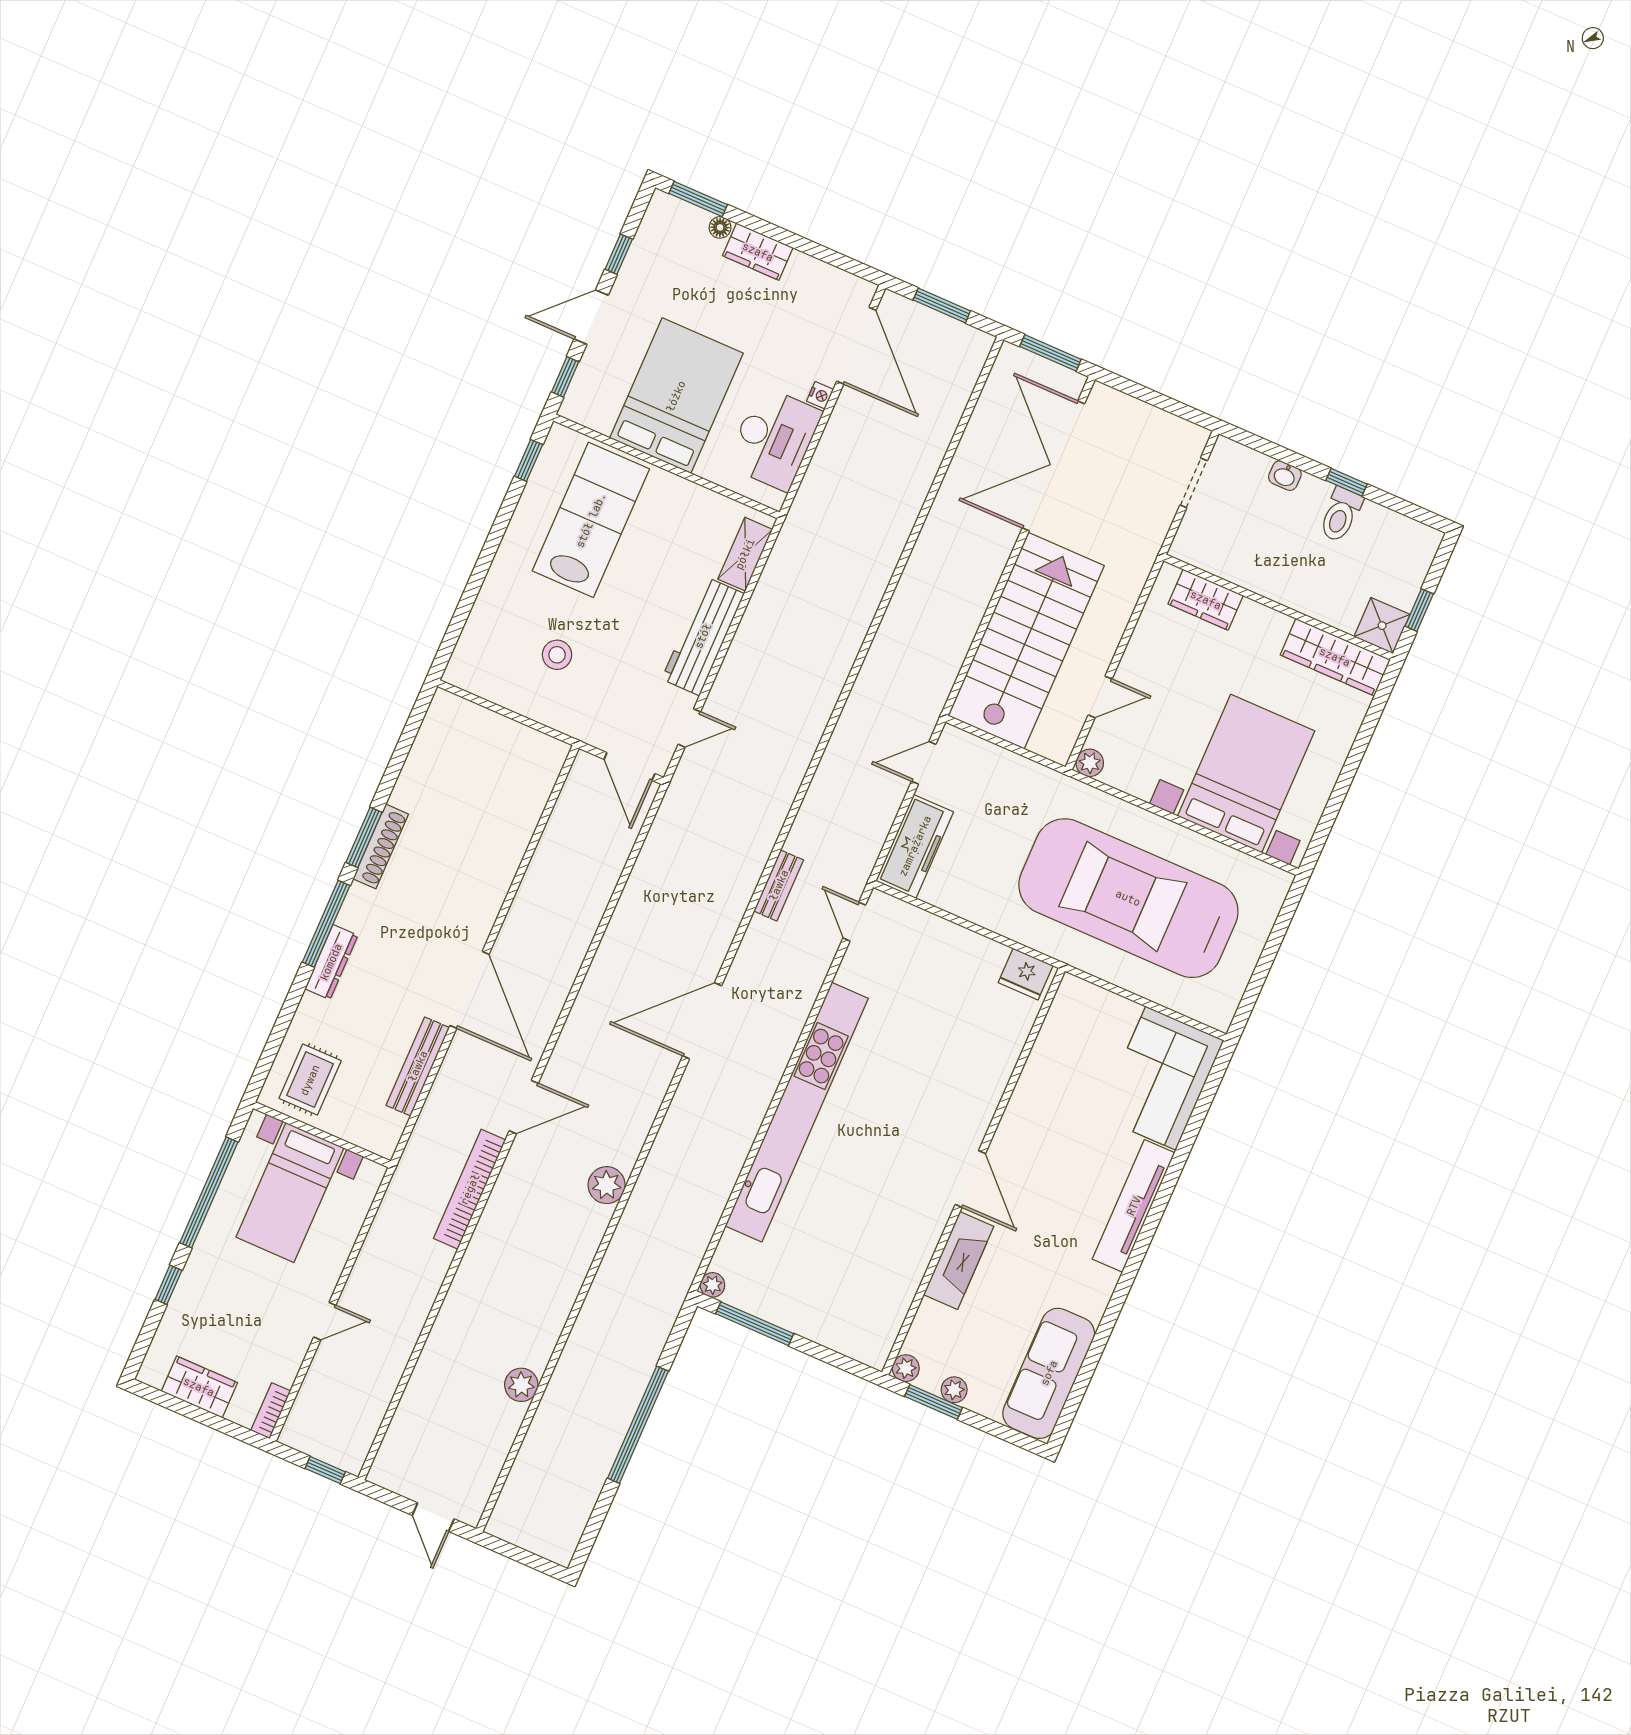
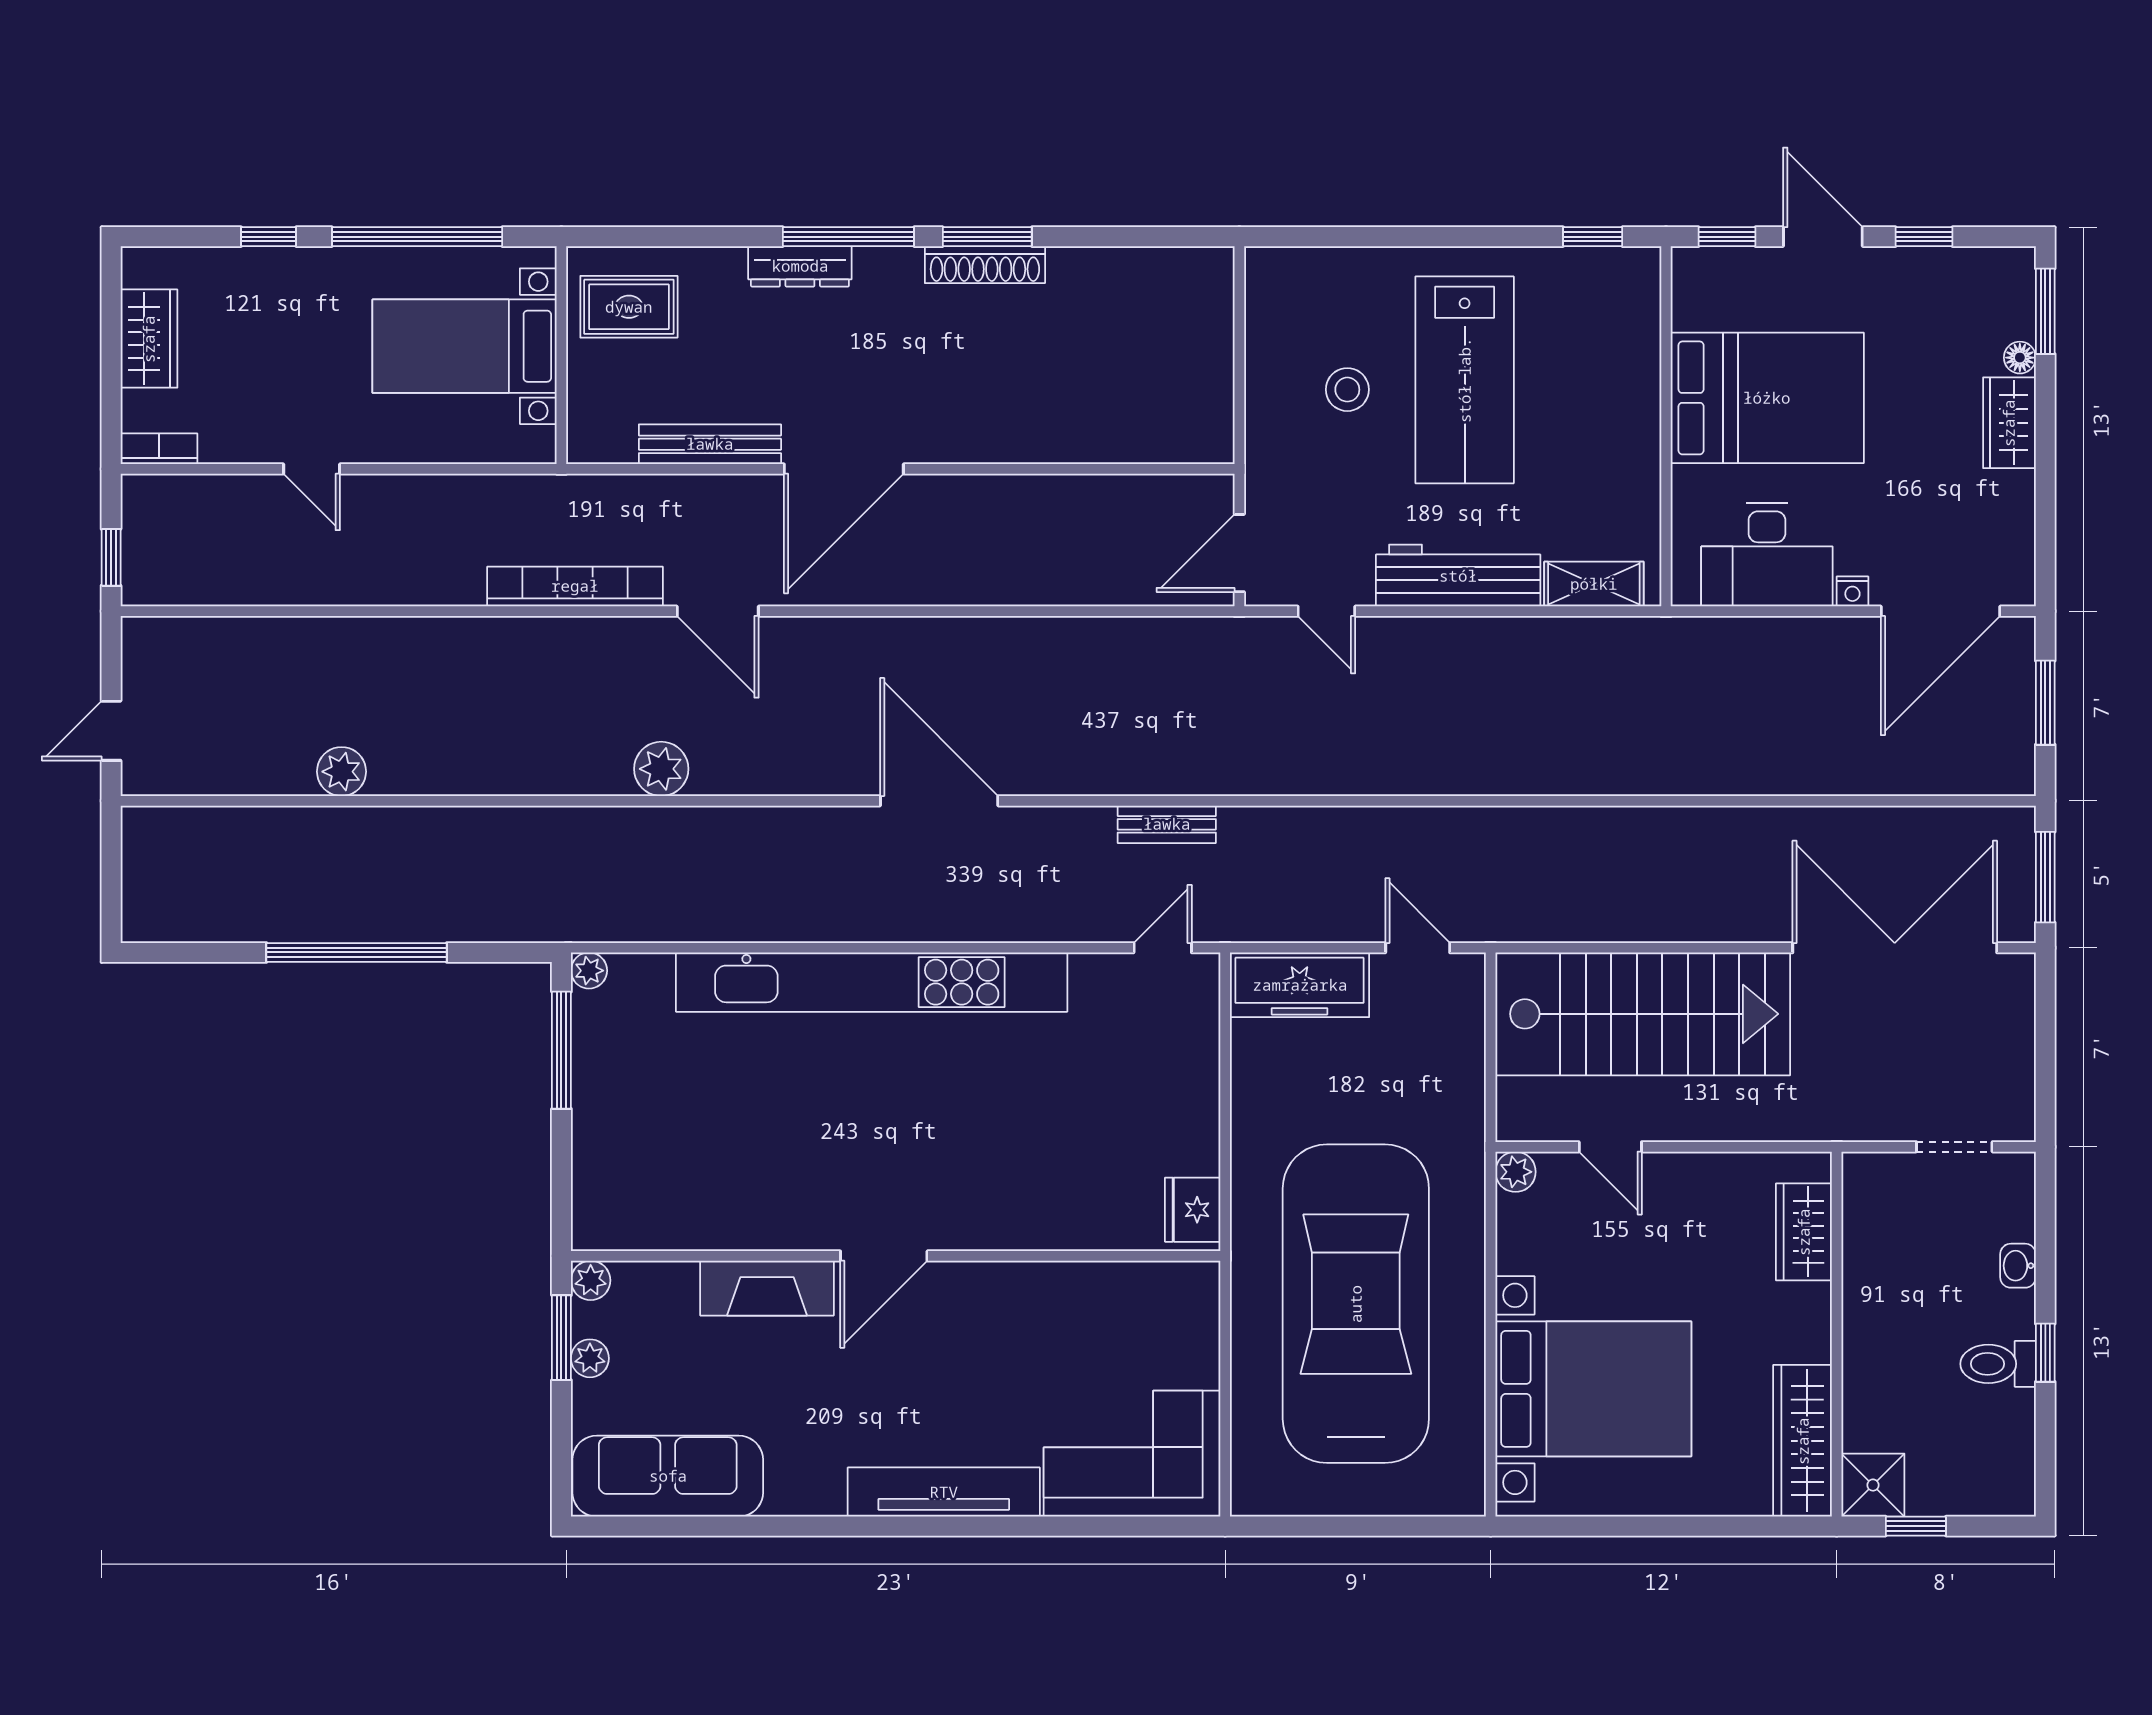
lab bench: (591, 520) -> (1465, 380), moved, turned 90

